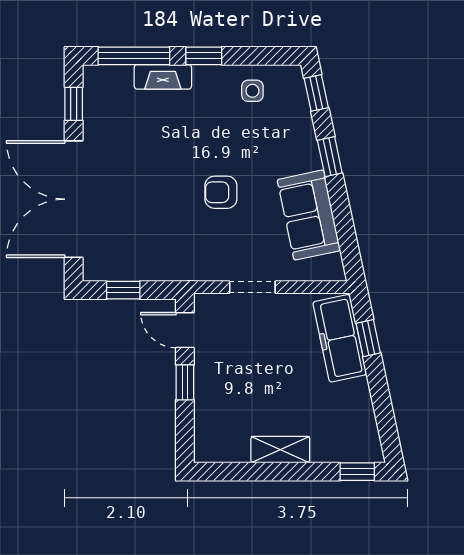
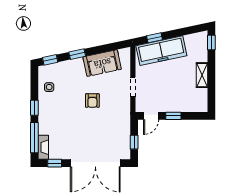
fireplace: (163, 77) -> (43, 147), moved
freezer: (340, 338) -> (161, 51), width x1.36, depth x1.26

